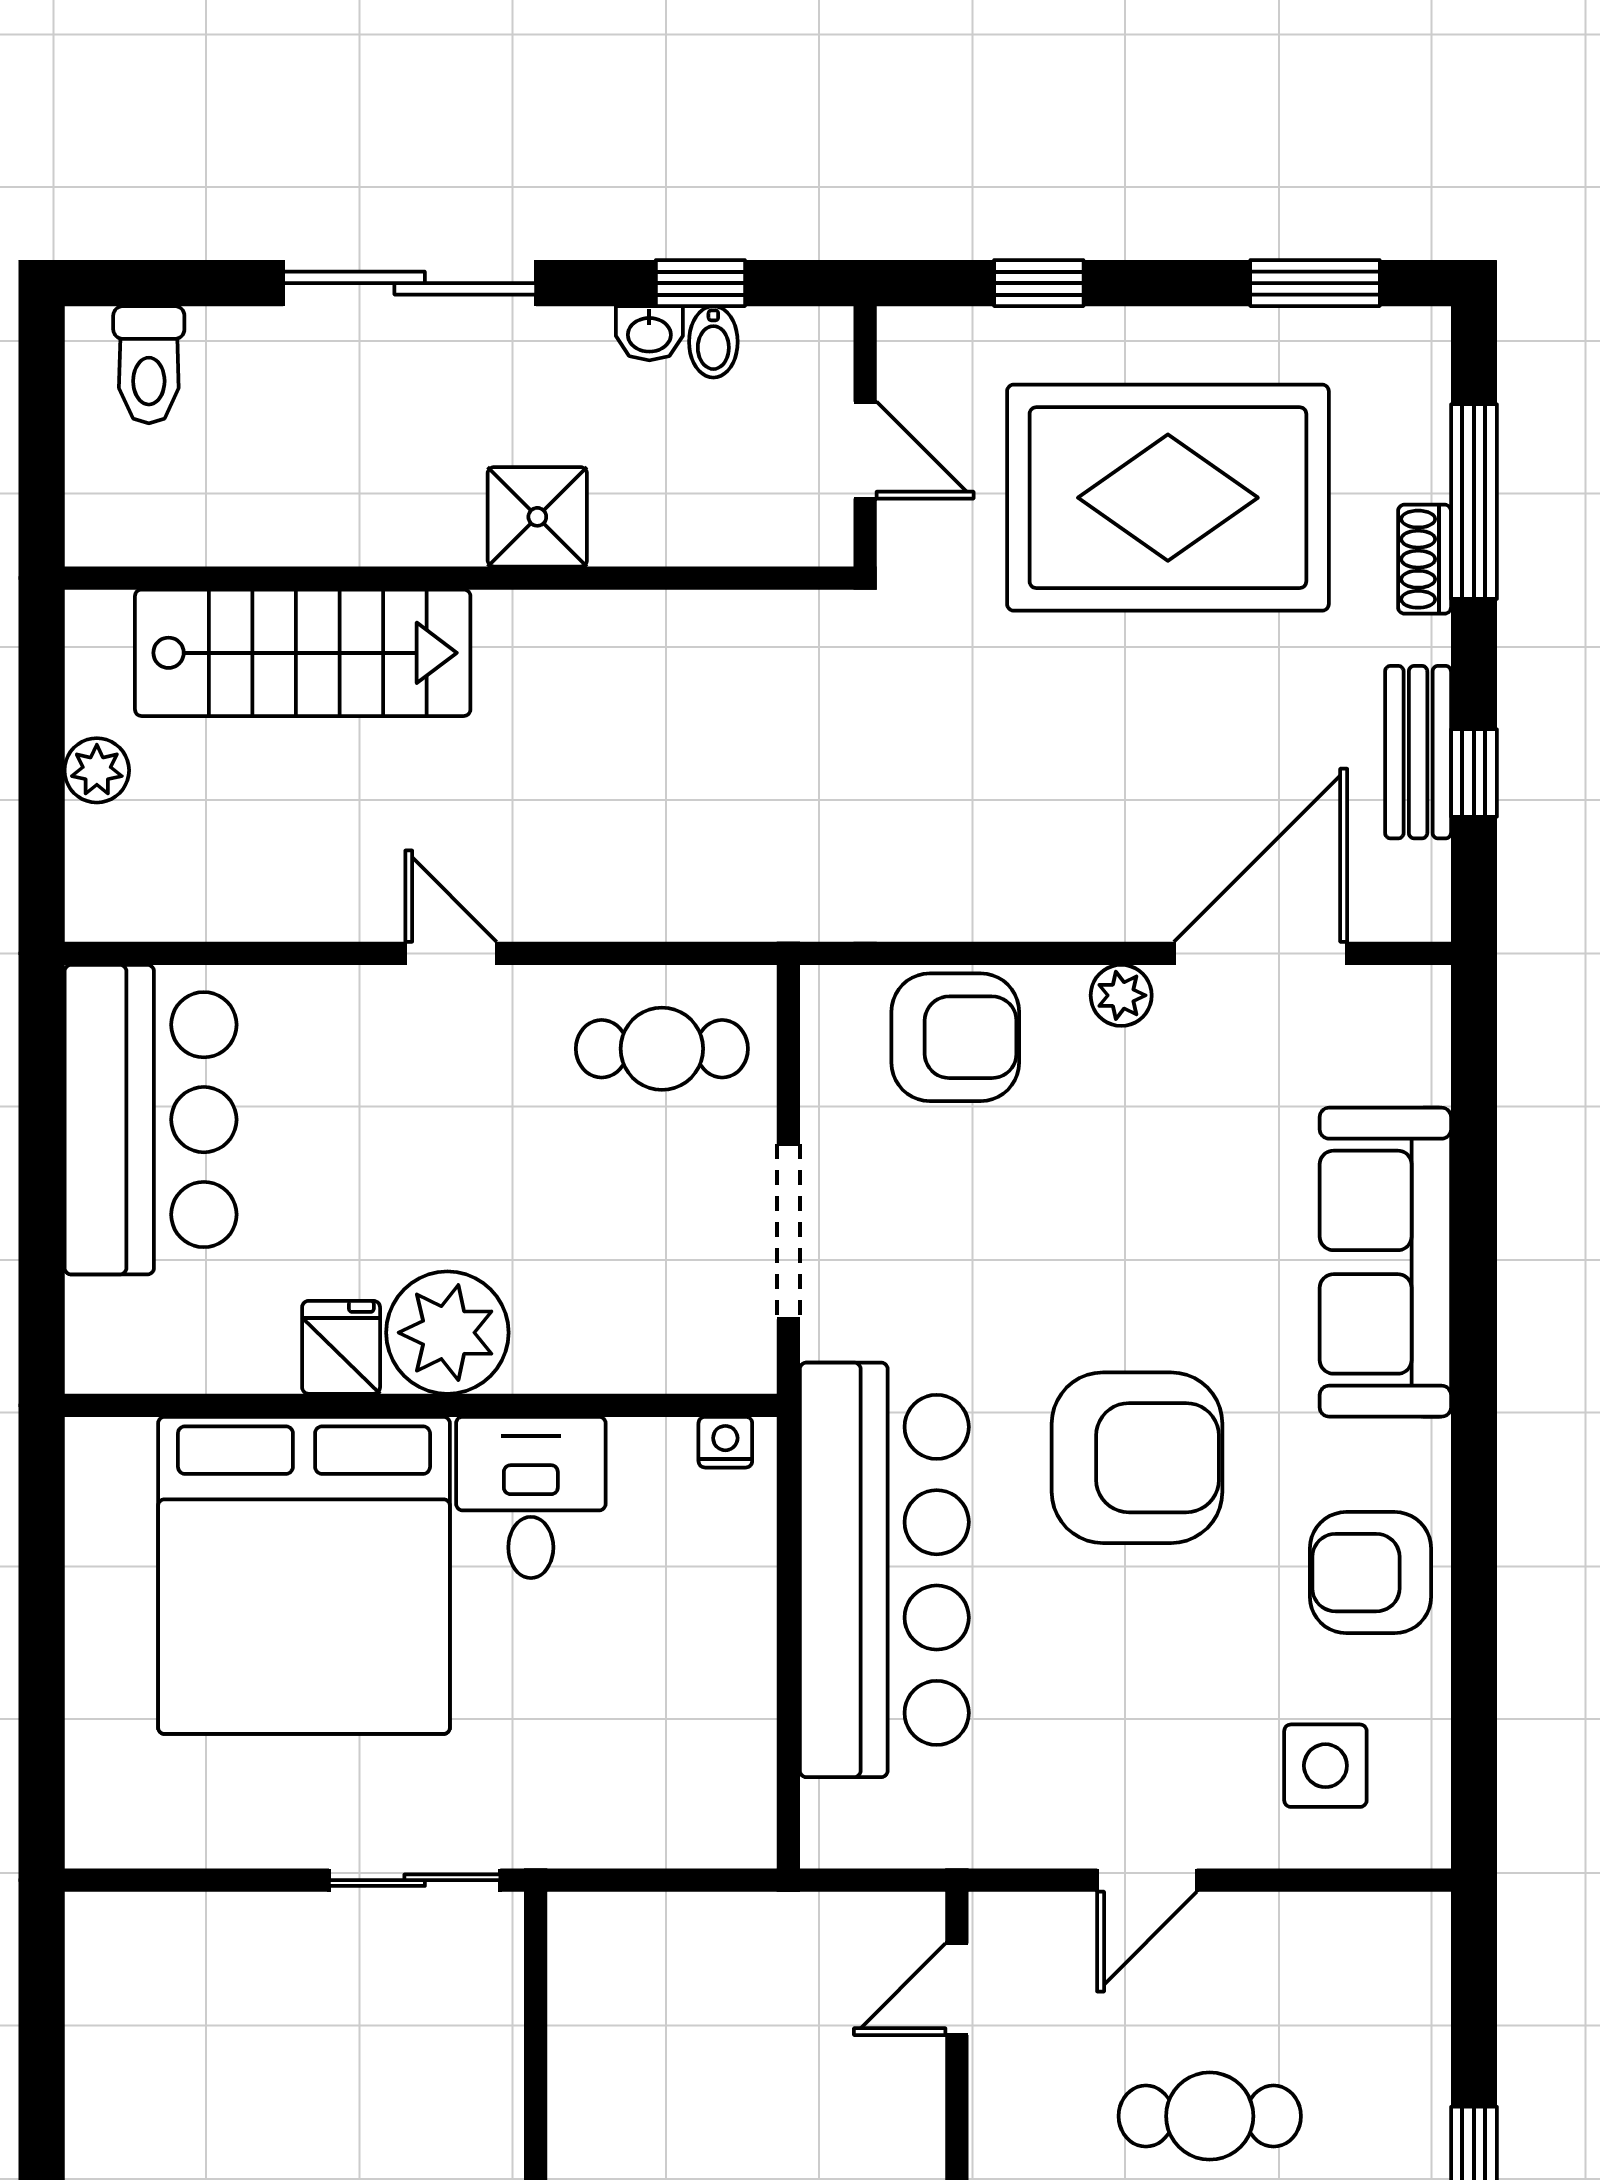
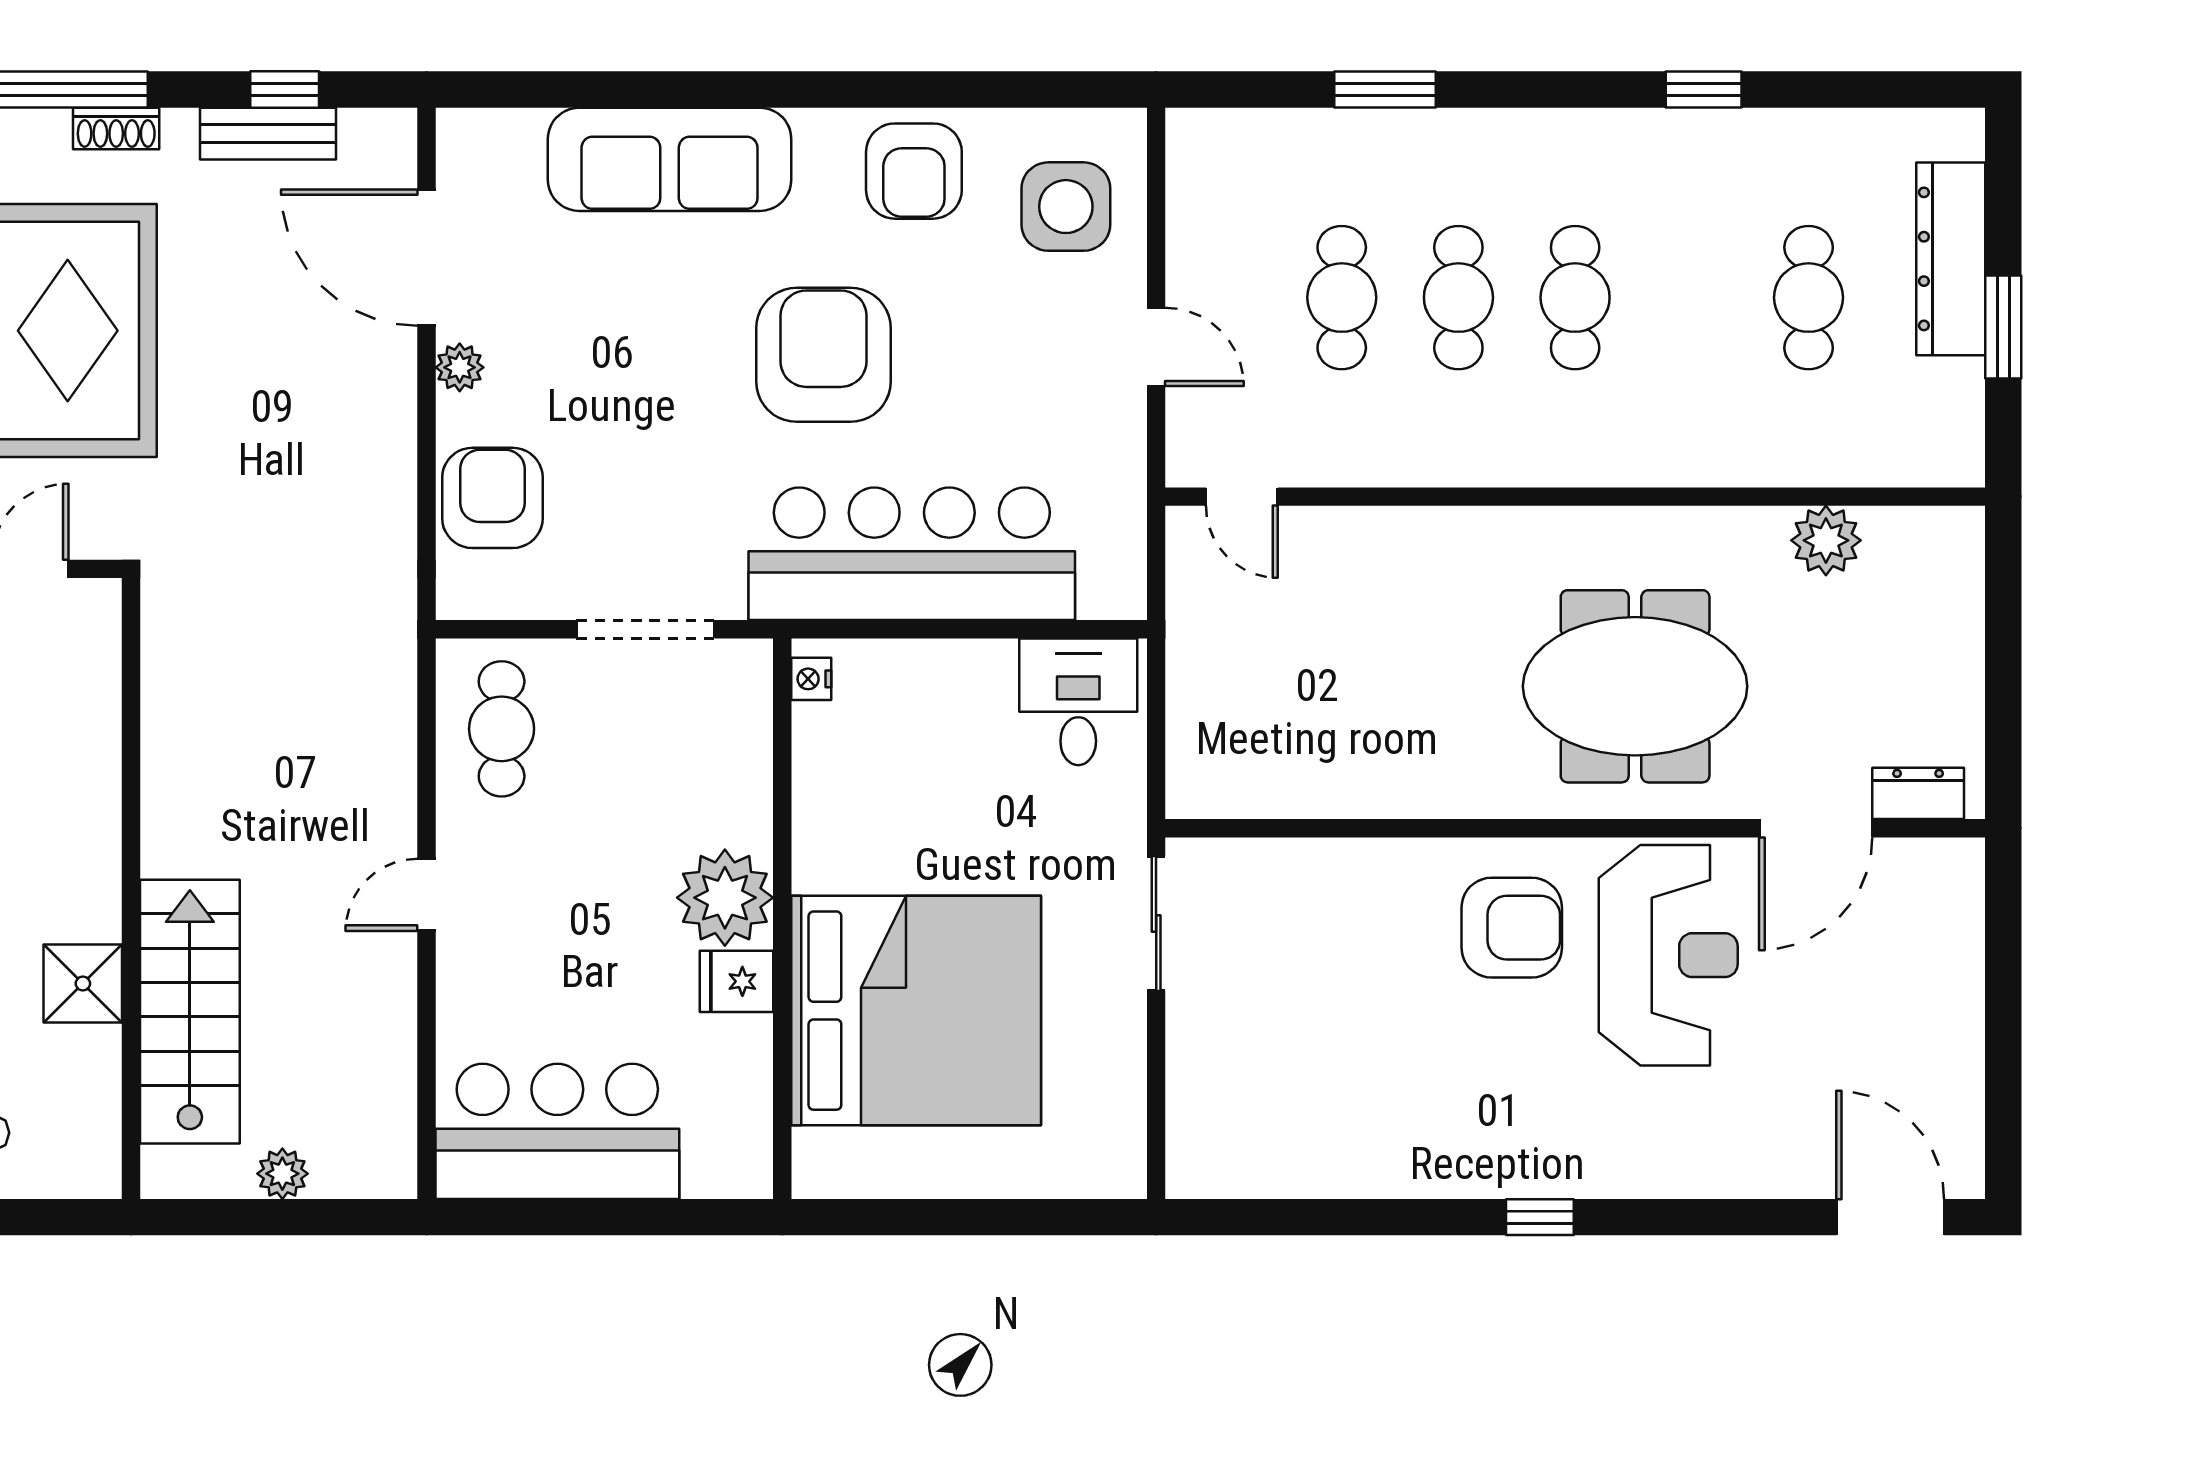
shower: (537, 517) -> (83, 984), moved
desk: (531, 1497) -> (1078, 702), moved, turned 90
side table: (1325, 1766) -> (1066, 207), width x1.37, depth x1.37

